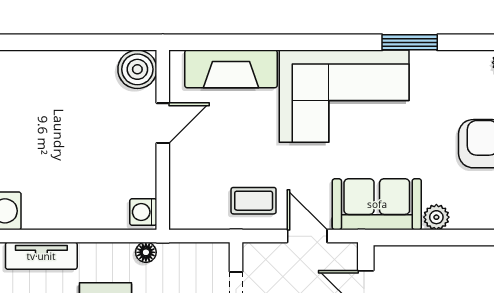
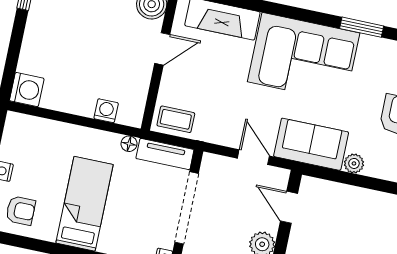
coffee table: (254, 201) -> (176, 119), moved
washing machine: (143, 212) -> (106, 111), moved, turned 90
tv unit: (41, 256) -> (165, 154), moved

